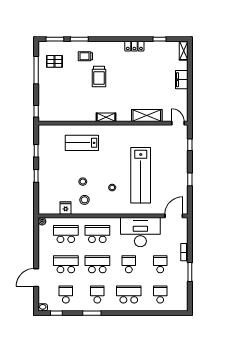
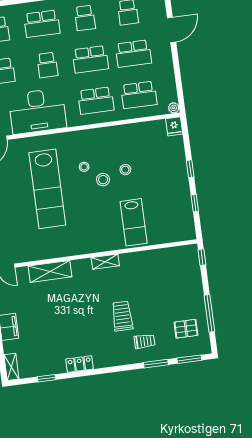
lab bench: (82, 143) -> (134, 222), turned 90
lab bench: (141, 175) -> (47, 189), turned 180
stool: (84, 200) -> (103, 180), moved
fridge: (66, 208) -> (174, 126), moved

